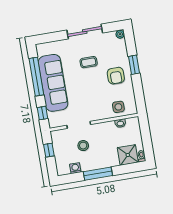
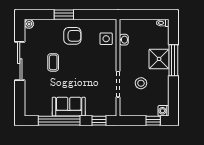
sofa: (53, 83) -> (69, 107), width x0.54, depth x0.79
window: (49, 150) -> (153, 121), moved
shower: (128, 155) -> (159, 59), moved
washing machine: (75, 168) -> (164, 111), moved
window: (98, 174) -> (173, 60), moved

